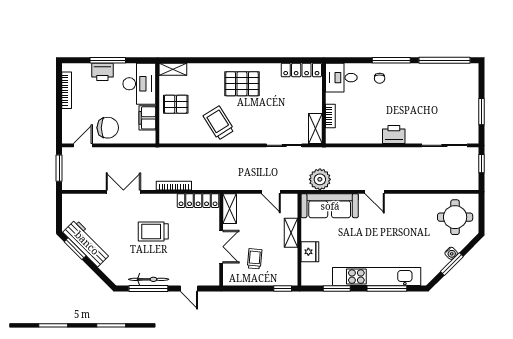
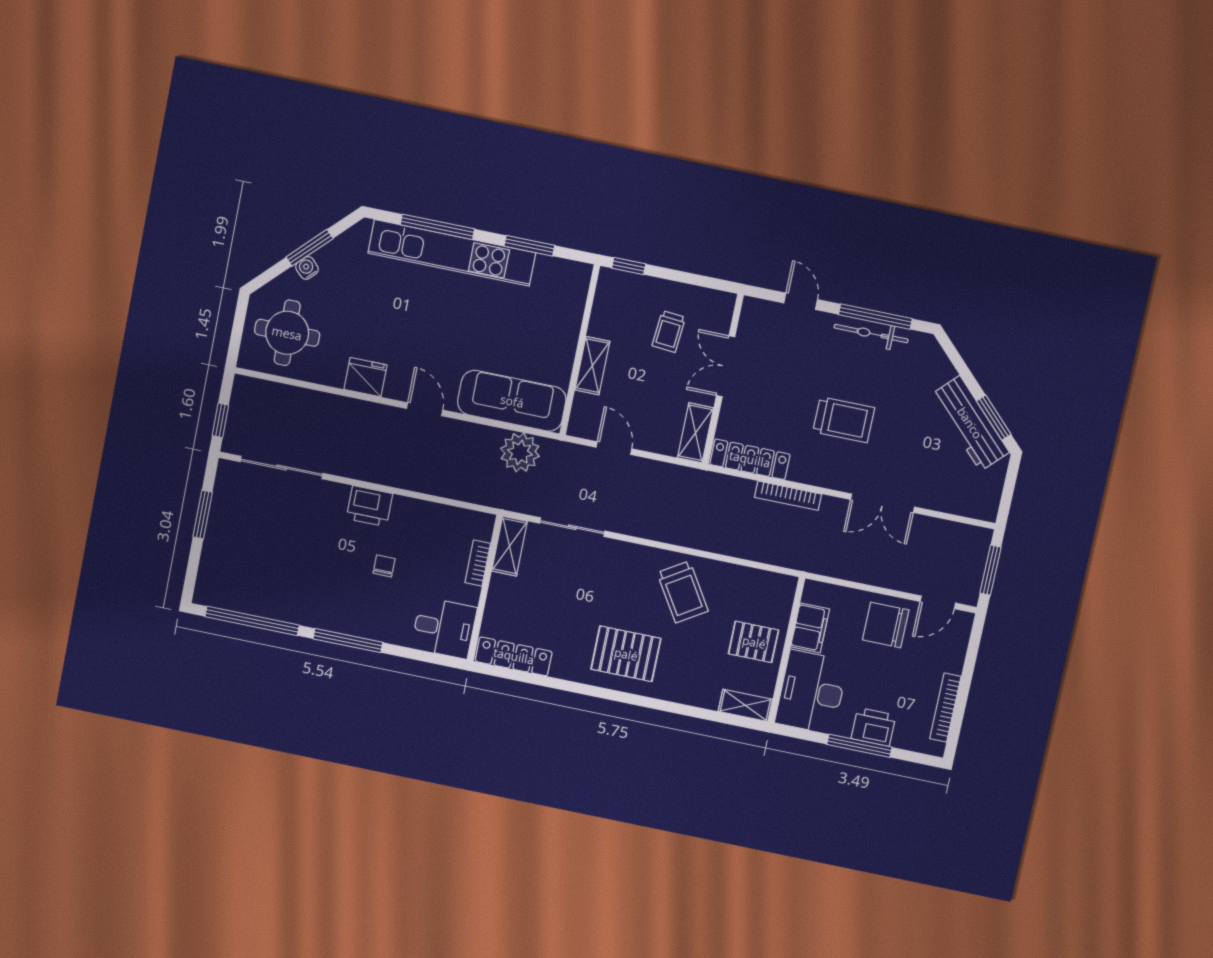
chair: (380, 78) -> (384, 566), moved
fridge: (310, 252) -> (366, 377), moved, turned 90

